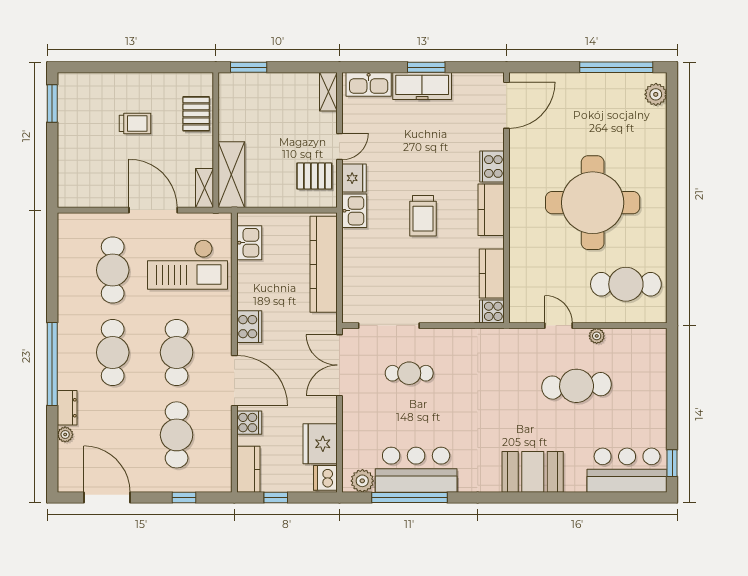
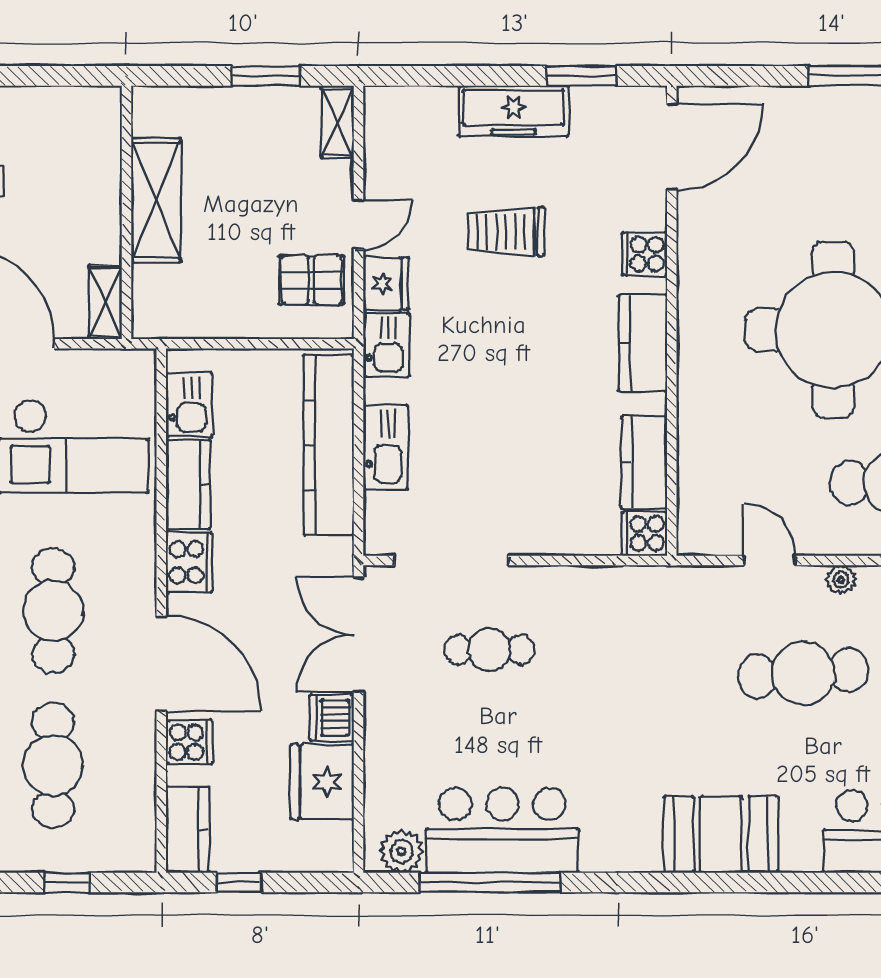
window: (249, 67) -> (266, 76), moved
window: (426, 67) -> (582, 76), moved
kitchen sink: (369, 84) -> (386, 447), moved, turned -90
pallet: (196, 114) -> (90, 163), removed
cooker: (492, 166) -> (644, 254), width x0.73
shelving: (231, 175) -> (156, 200), moved
trolley: (423, 216) -> (506, 232), moved, turned 90
kitchen counter: (249, 285) -> (188, 485), added
dishwasher: (325, 478) -> (332, 718), moved

